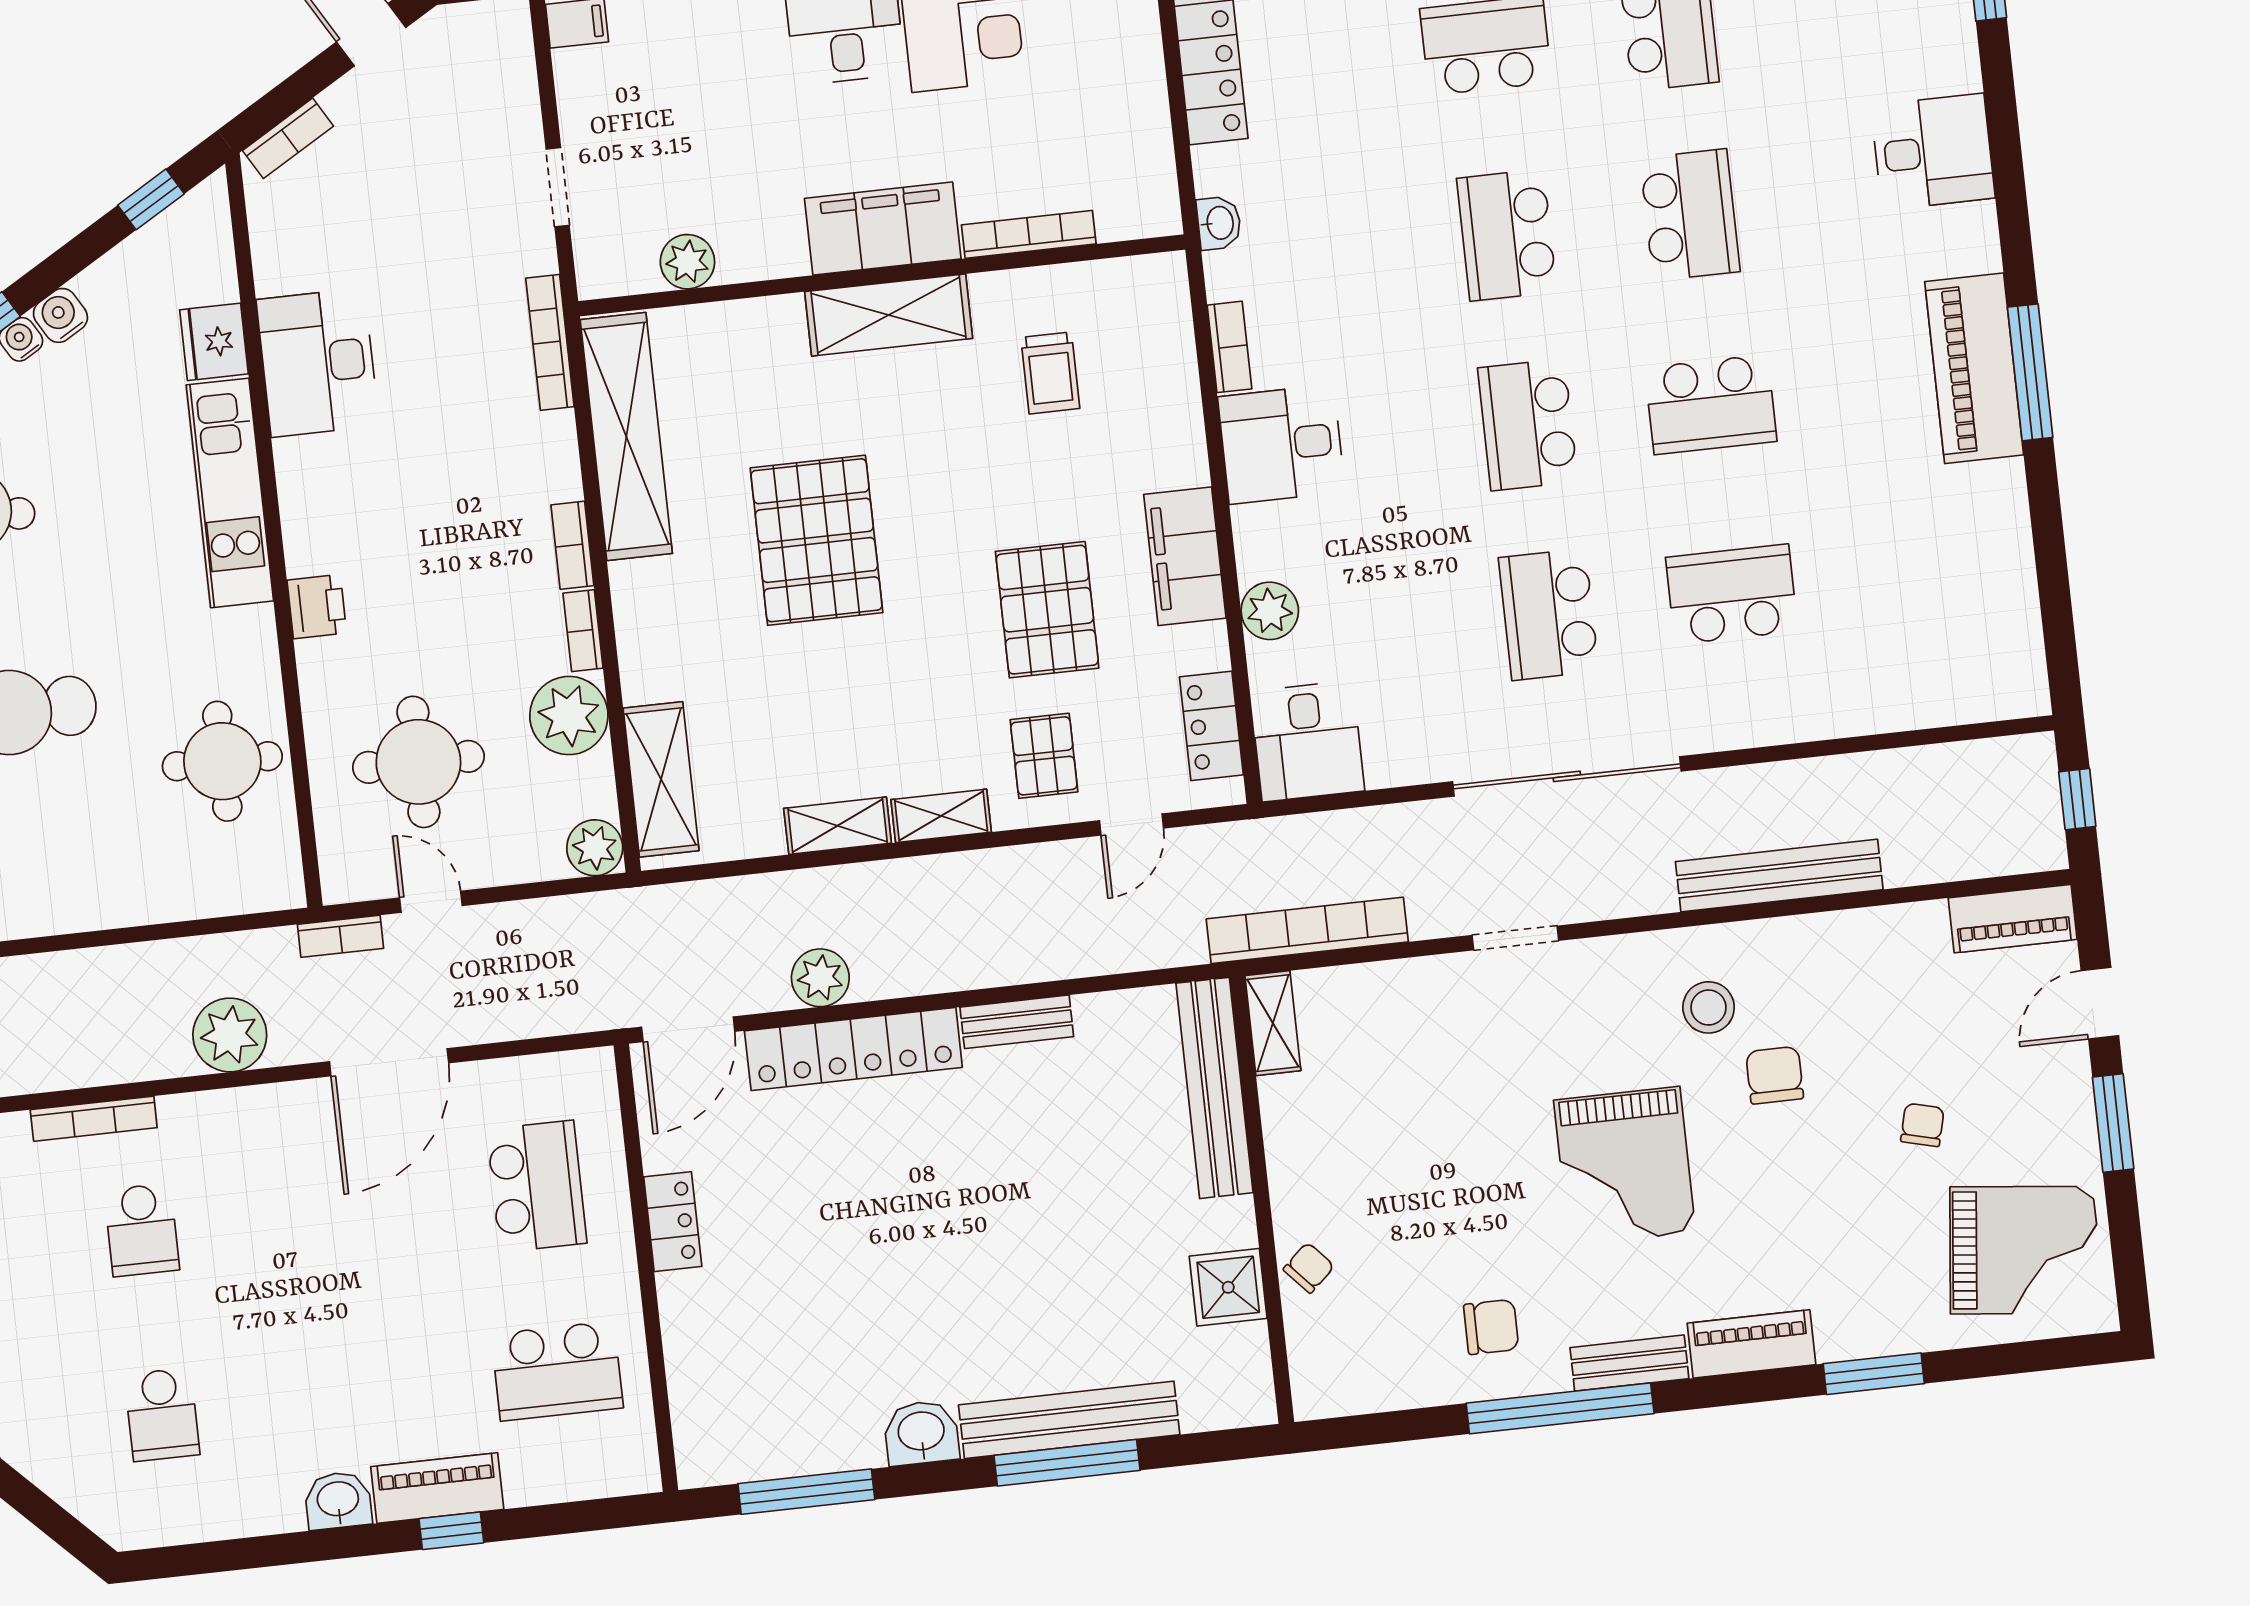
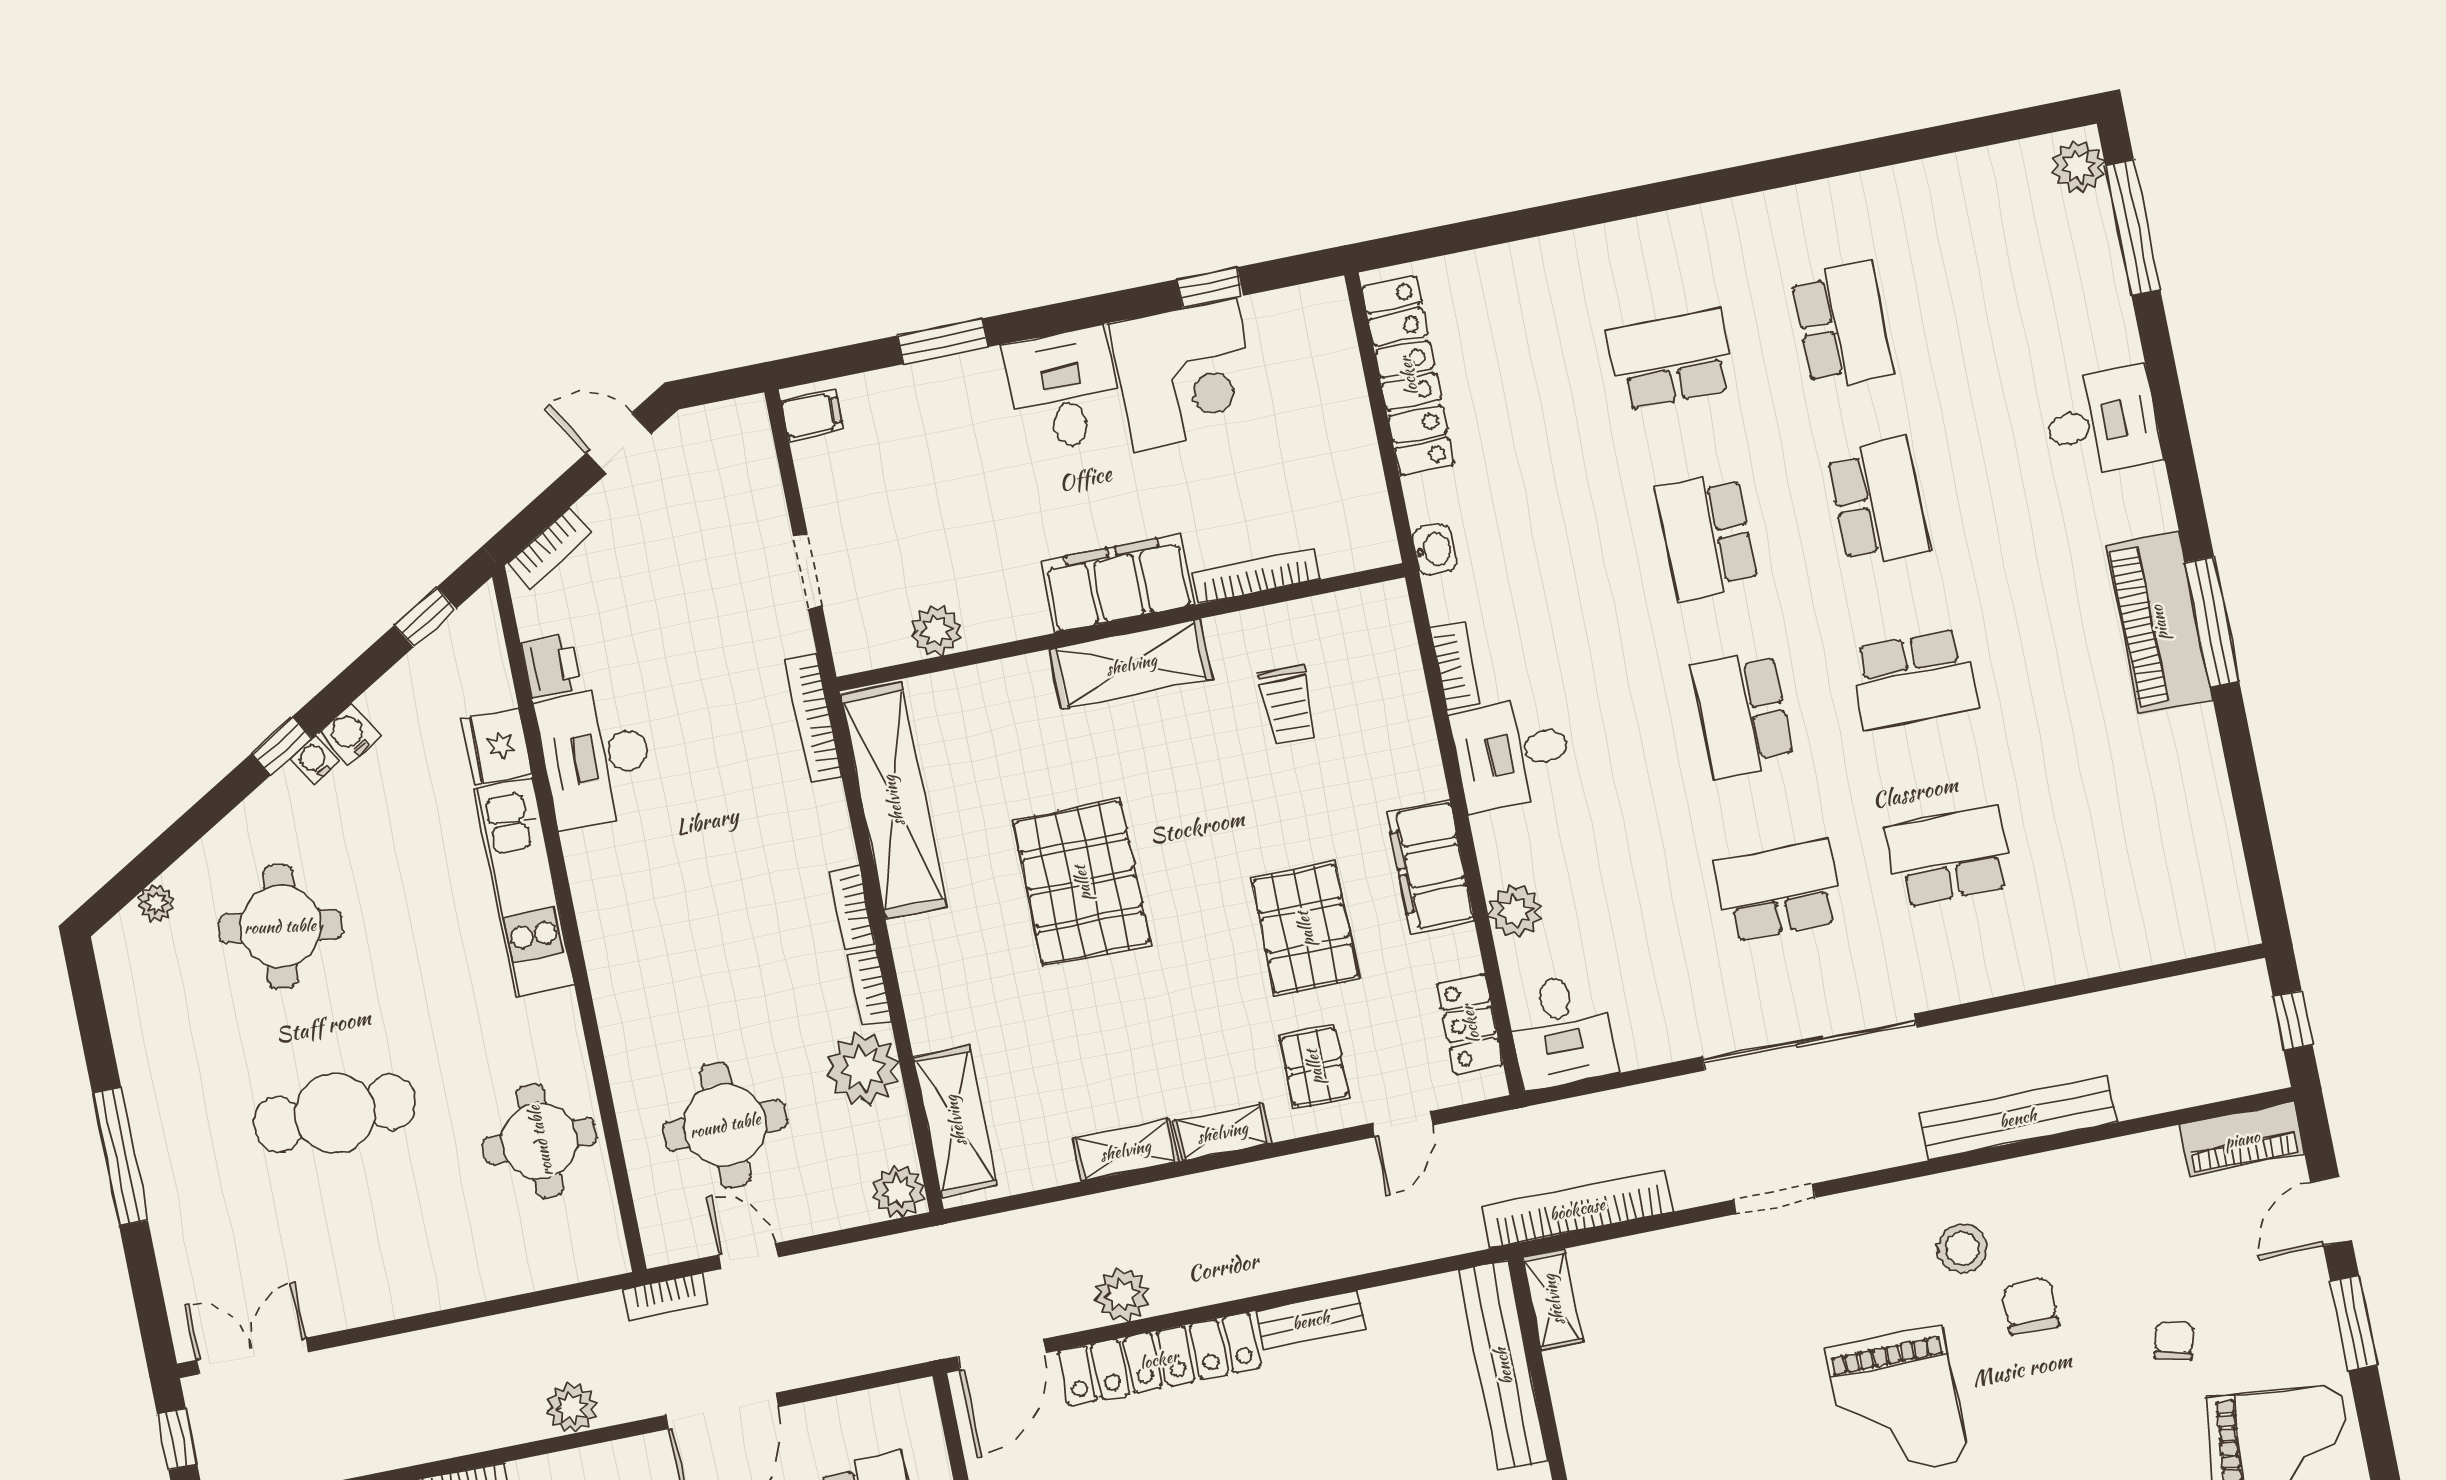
printer: (317, 607) -> (551, 666), moved
school desk: (1549, 614) -> (1778, 891), turned 90
plant: (230, 1035) -> (572, 1408), width x0.73, depth x0.73

